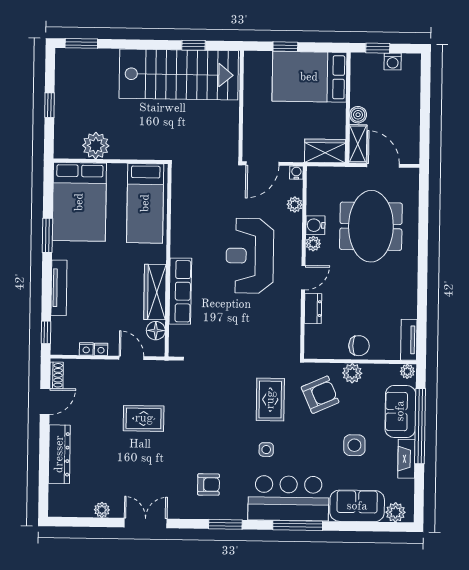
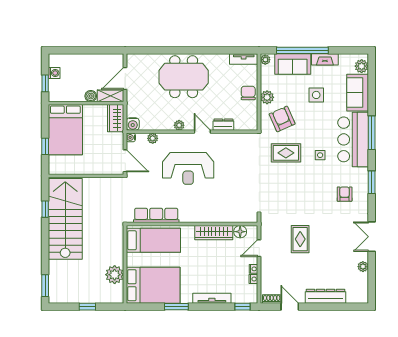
water cooler: (315, 225) -> (133, 124), moved
meeting table: (371, 226) -> (184, 77), moved
row of seats: (180, 291) -> (156, 215), moved

